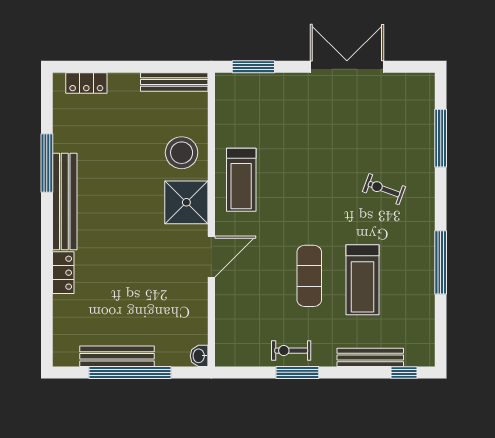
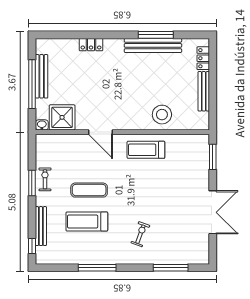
bench: (174, 82) -> (204, 91), moved
bench: (65, 201) -> (153, 45), moved
shower: (186, 202) -> (62, 117), moved

